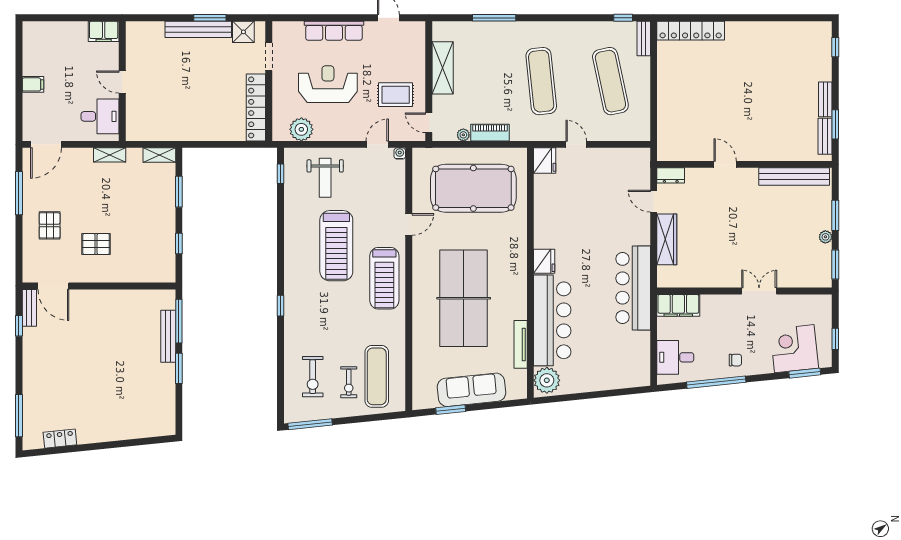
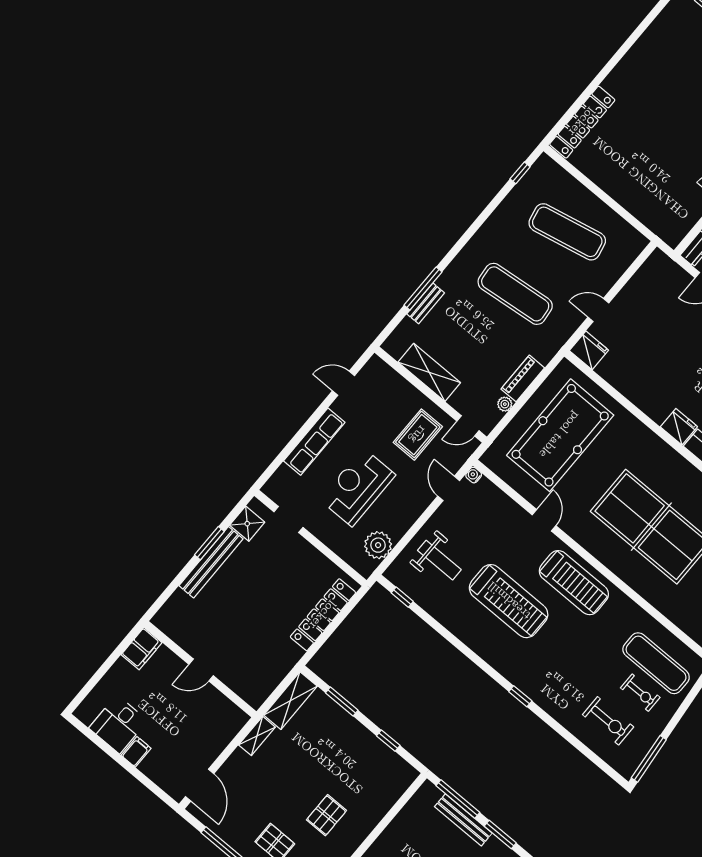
bench: (644, 38) -> (426, 303), moved, turned 90
locker: (256, 107) -> (323, 615), moved, turned 90
desk: (100, 116) -> (118, 724), moved, turned 180
shelving: (159, 155) -> (290, 701), width x1.50, depth x1.33

